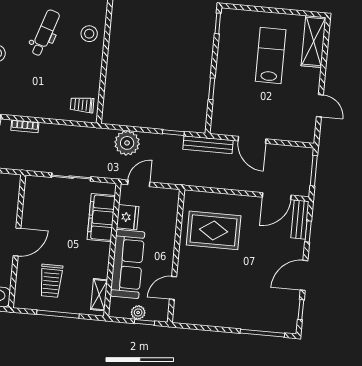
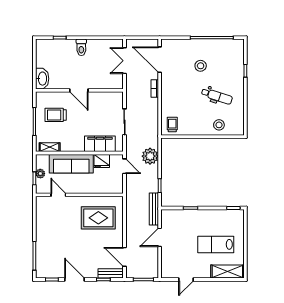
lab bench: (271, 55) -> (216, 244), turned 180
rug: (214, 230) -> (98, 218), turned 90

